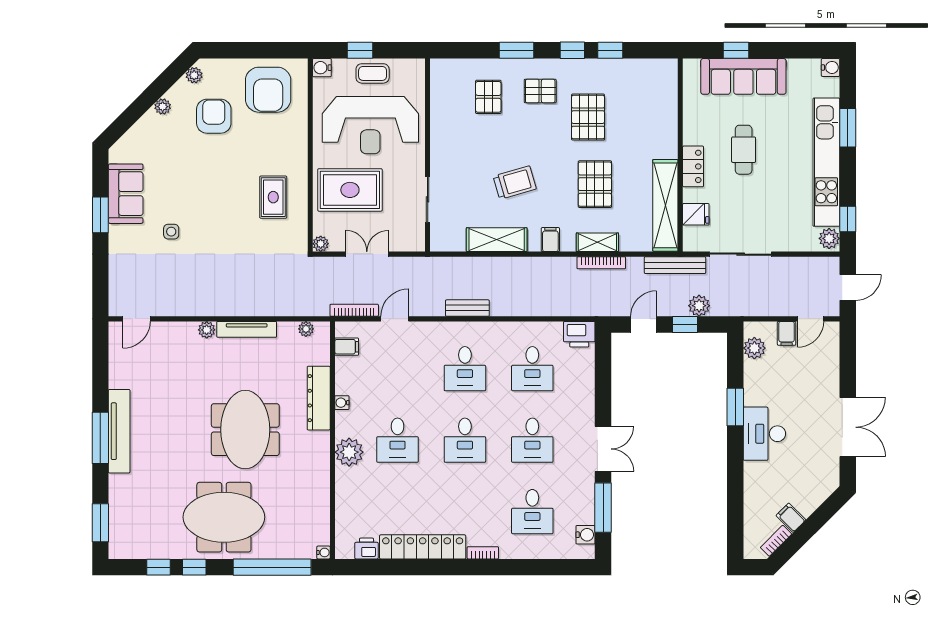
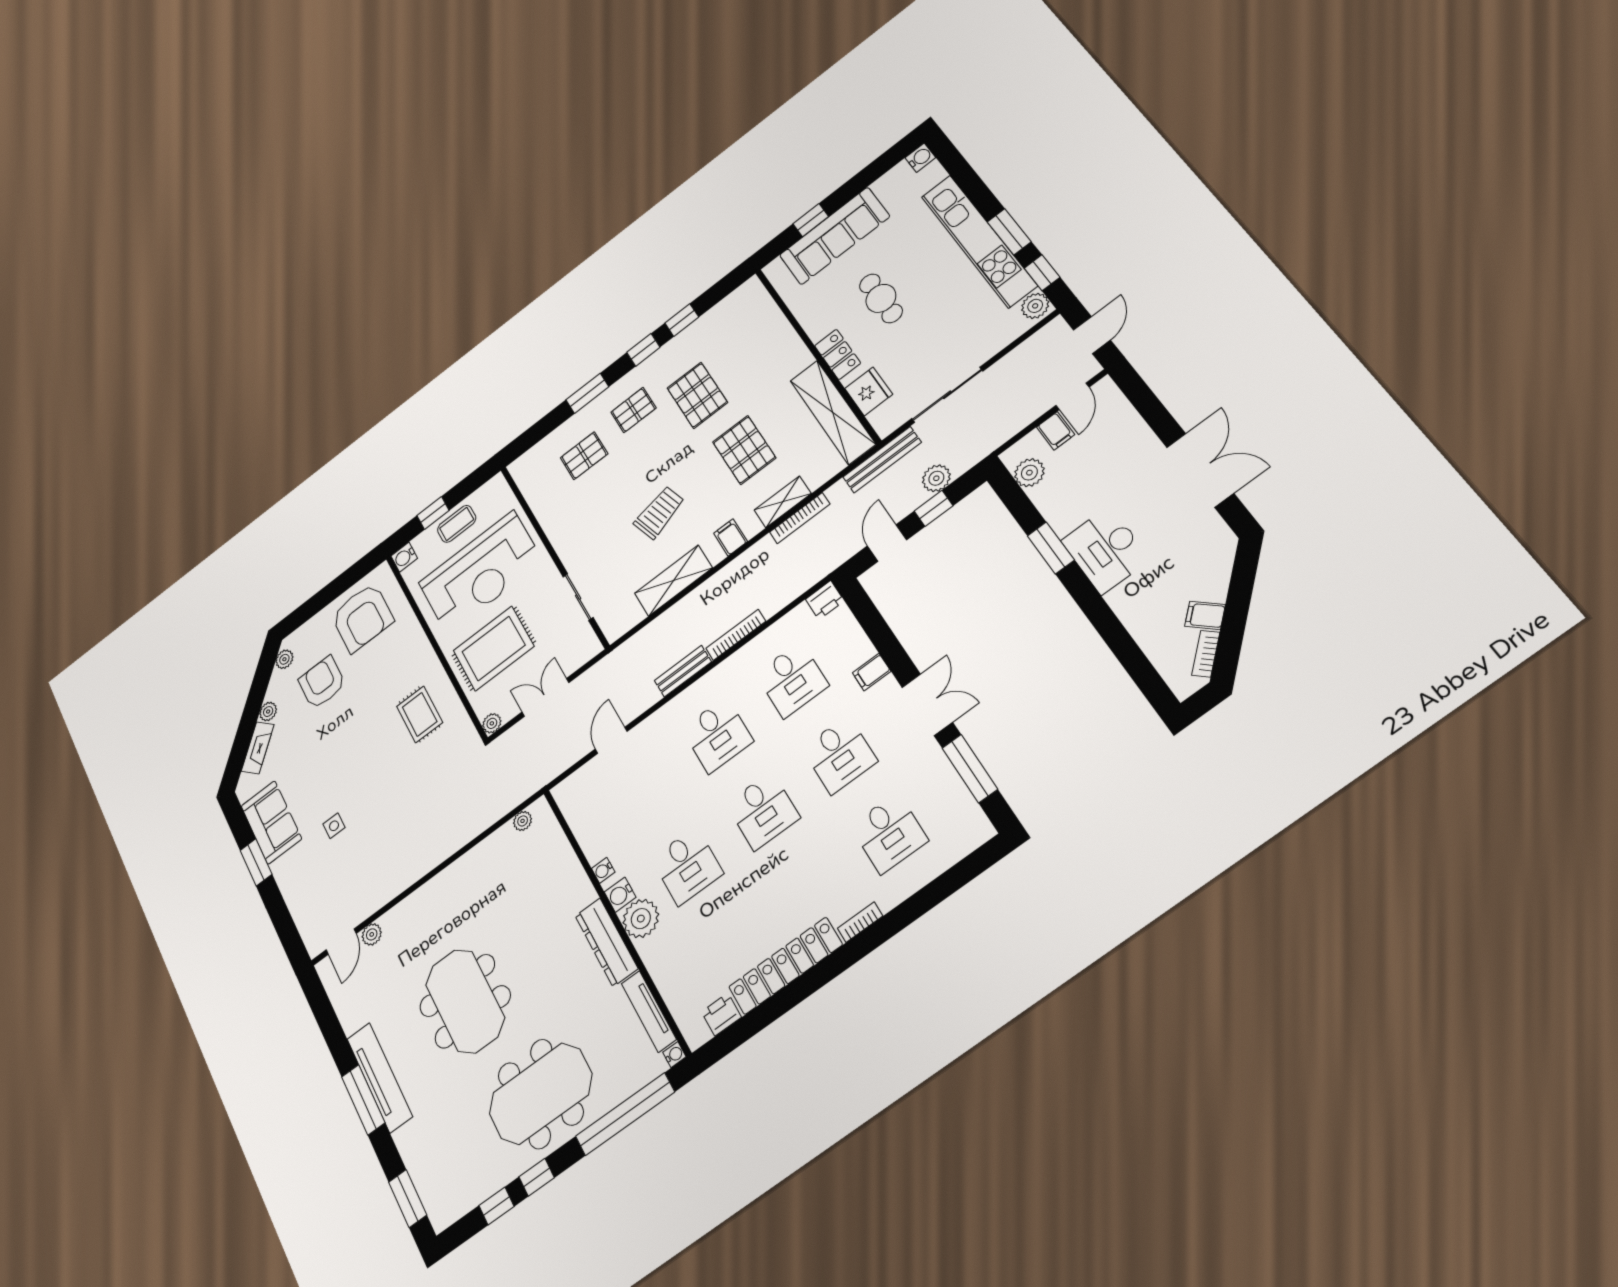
pallet: (488, 97) -> (584, 456), turned 90
window: (848, 128) -> (1009, 232), moved
fireplace: (142, 129) -> (258, 748), added
fridge: (696, 214) -> (869, 391), width x1.38
bookcase: (354, 310) -> (736, 635), moved
tv unit: (247, 329) -> (649, 1011), moved, turned 90
plant: (207, 330) -> (372, 934), moved
printer: (579, 334) -> (825, 600), width x0.73, depth x0.81
filing cabinet: (347, 347) -> (872, 672), moved, turned 180
dresser: (319, 398) -> (606, 942), moved
meeting table: (245, 430) -> (465, 1001), moved
water cooler: (586, 535) -> (620, 895), moved, turned 180

